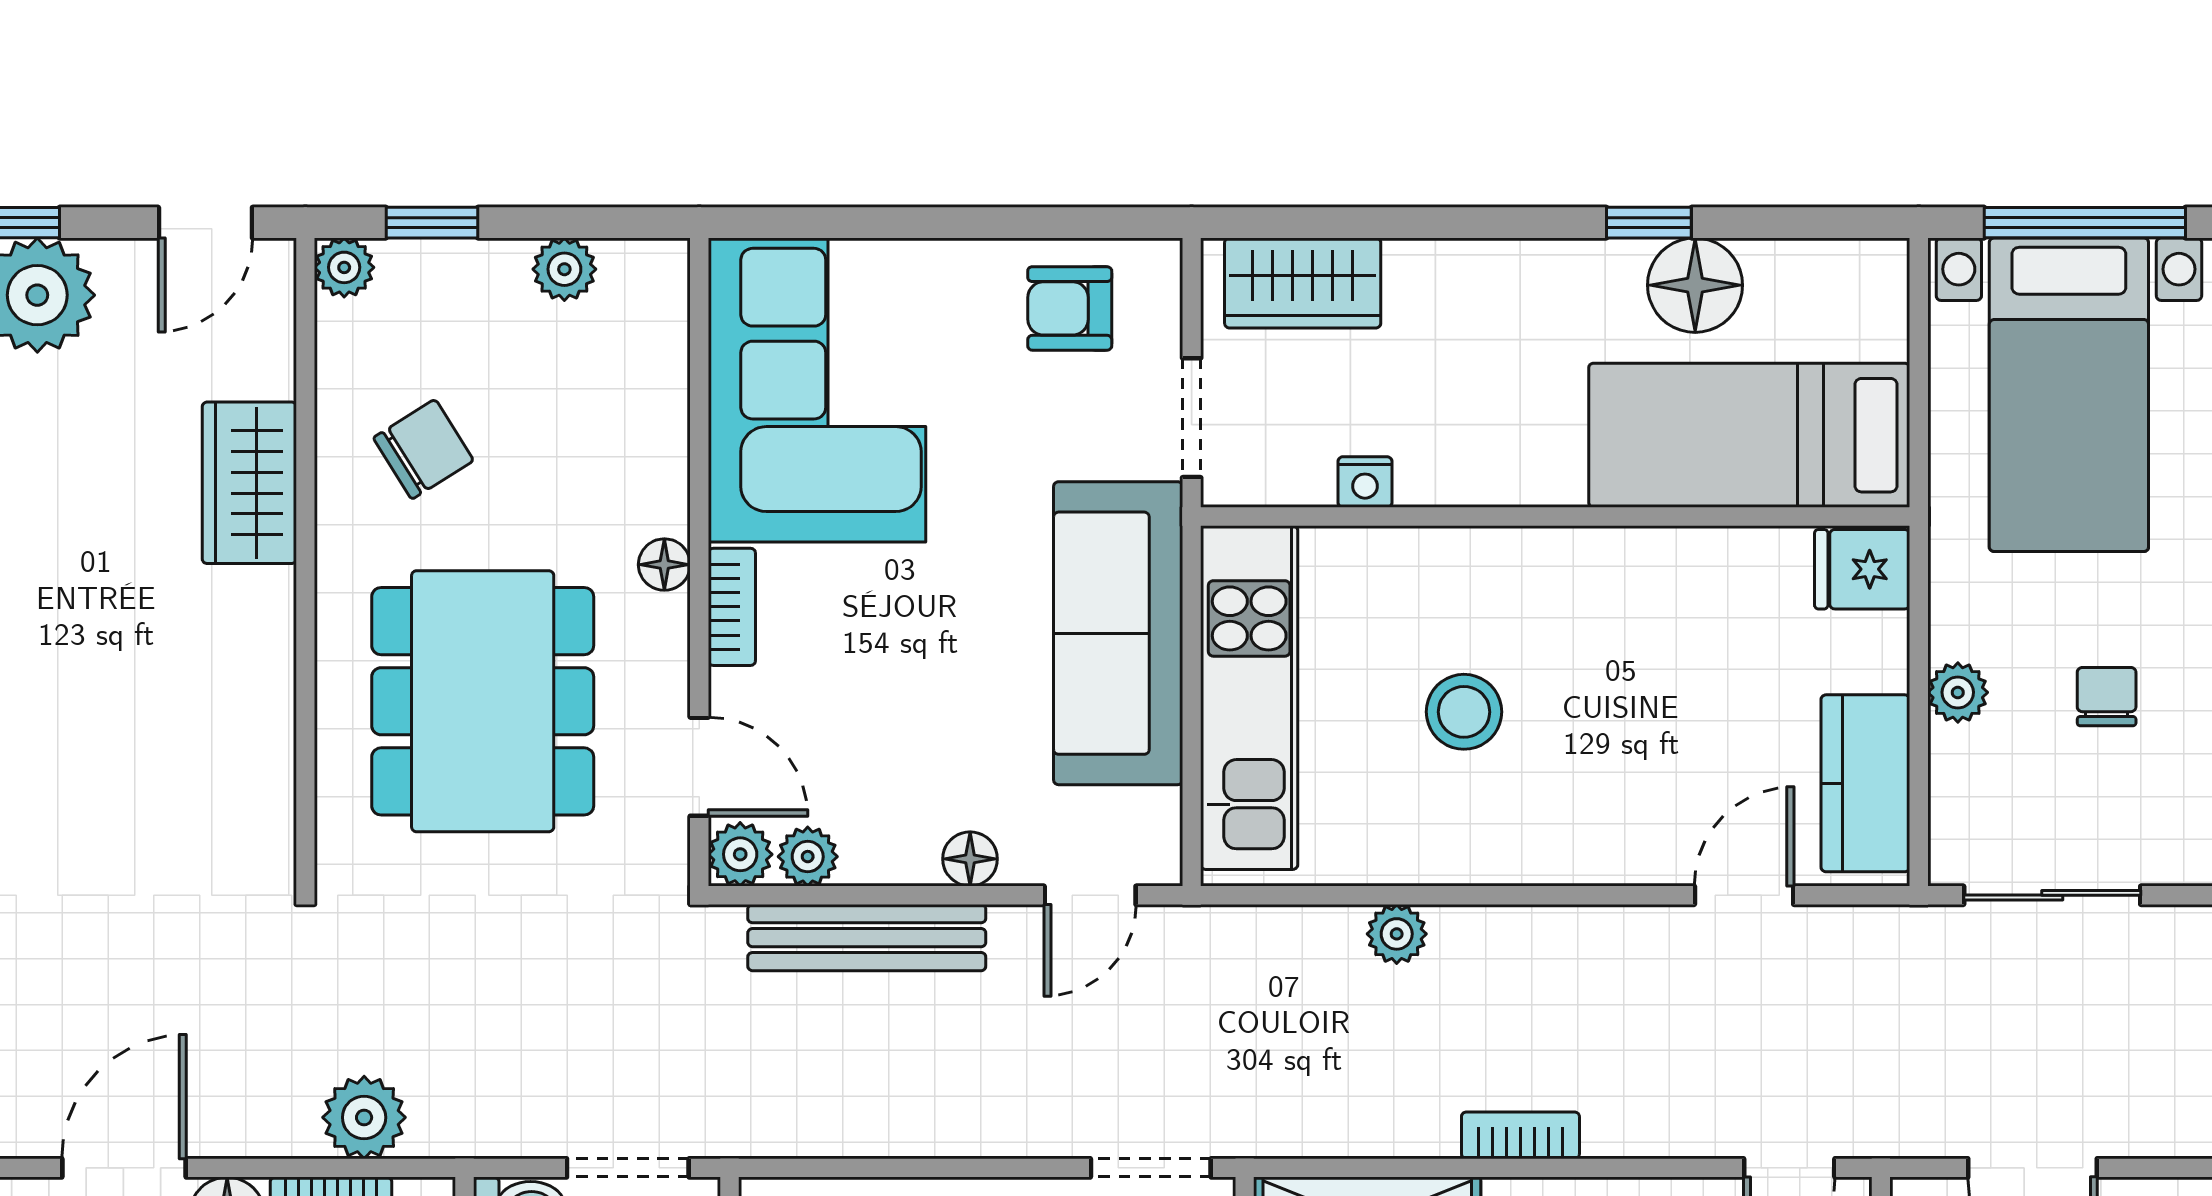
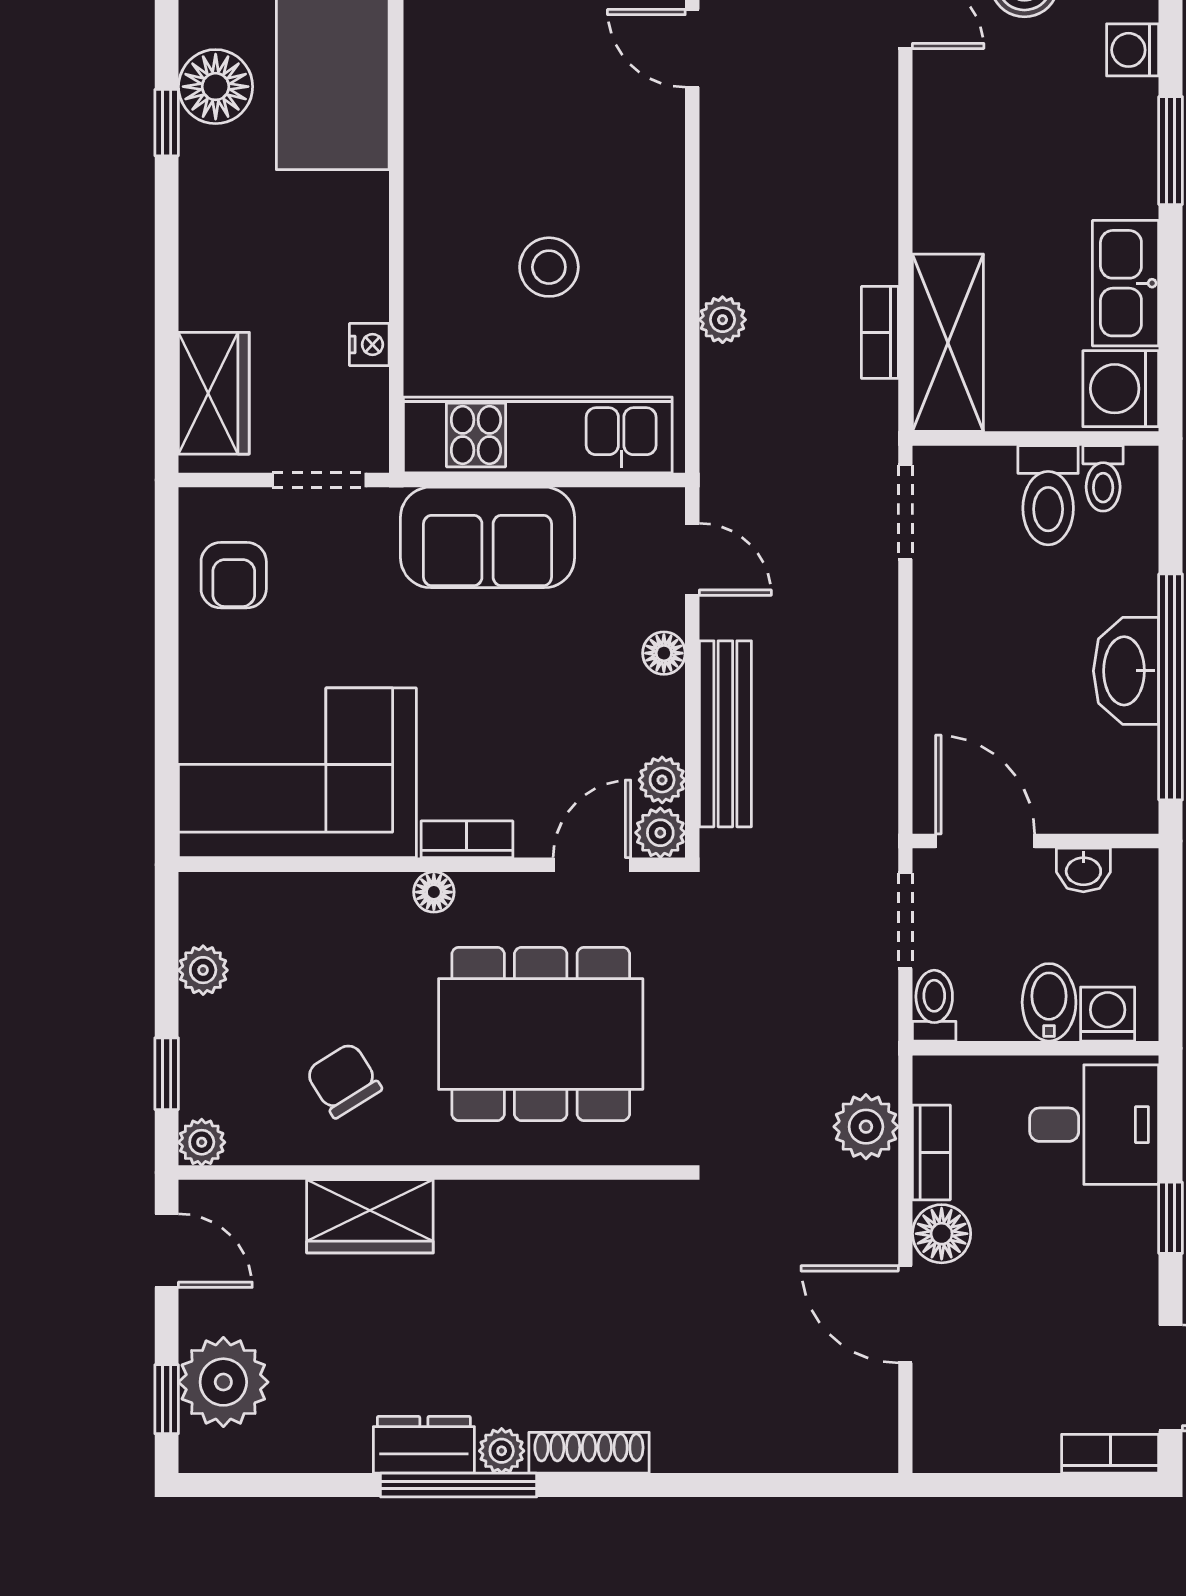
sofa: (1118, 633) -> (488, 537), width x0.73
bookcase: (1520, 1135) -> (880, 332), moved

